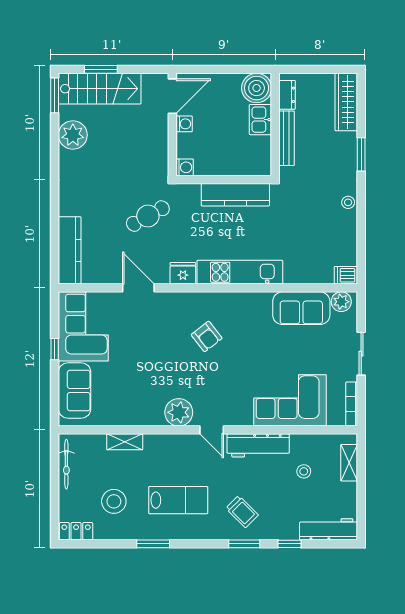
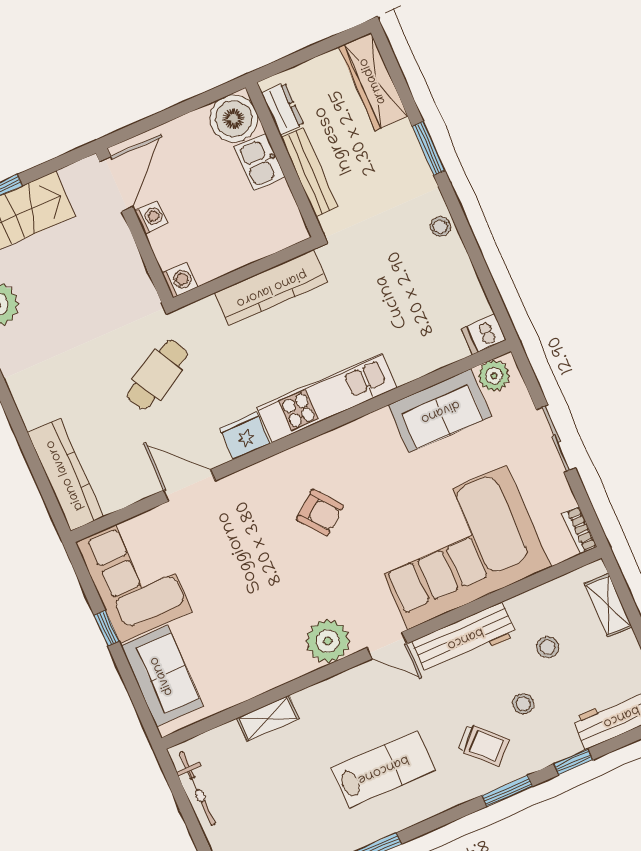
corner sofa: (290, 400) -> (457, 547), width x1.36, depth x1.36
bookcase: (352, 404) -> (580, 530), width x0.64
stool: (114, 501) -> (523, 704), moved, width x0.53, depth x0.53

